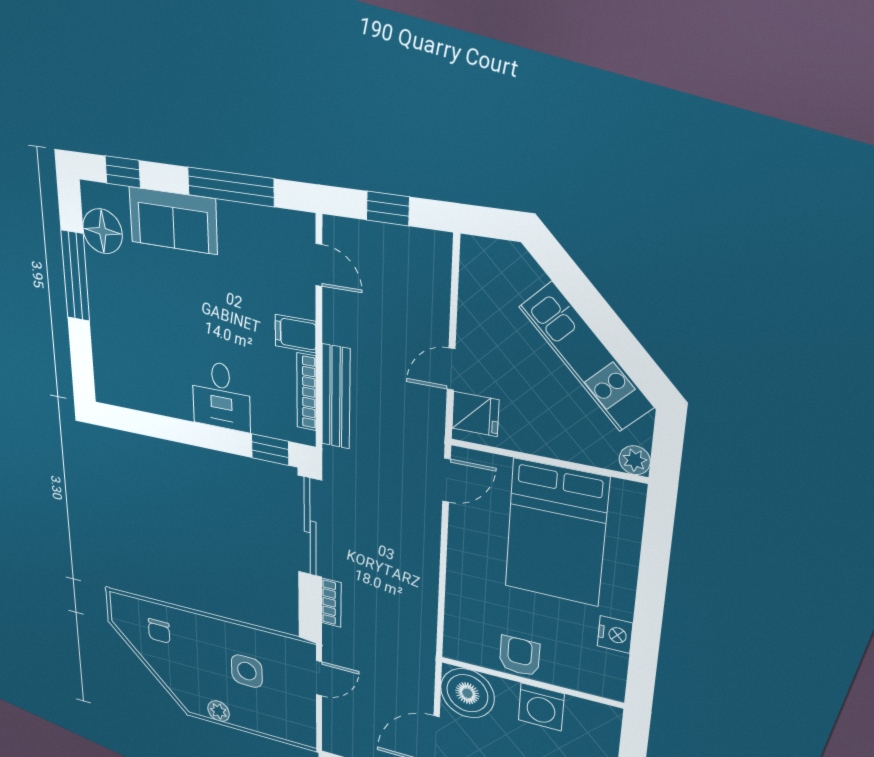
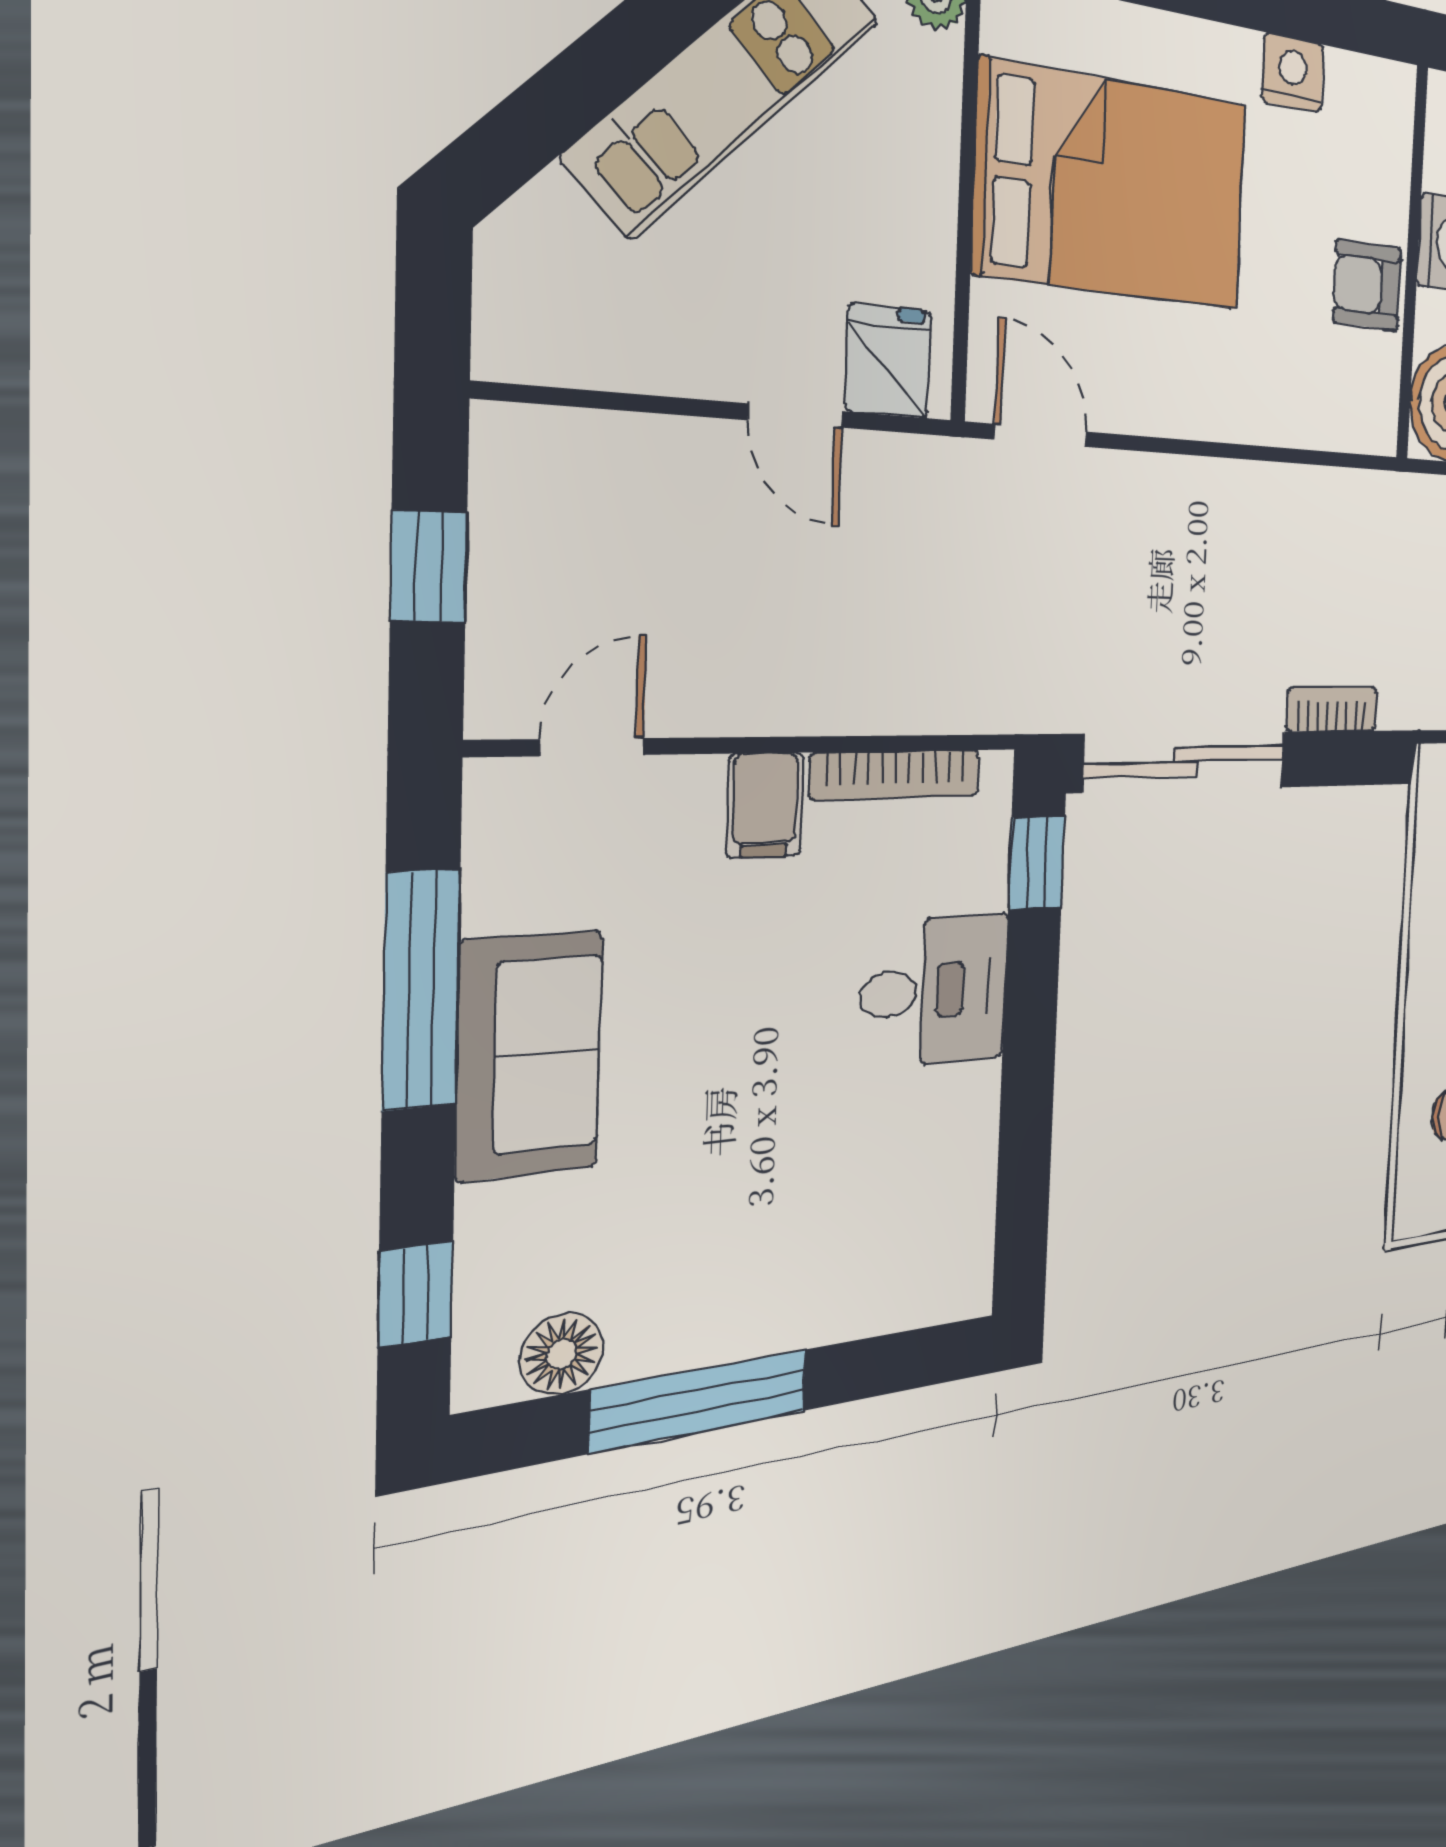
sofa: (173, 221) -> (529, 1055), moved
floor lamp: (103, 231) -> (562, 1354), width x0.73, depth x0.73
bench: (336, 397) -> (897, 701), removed

